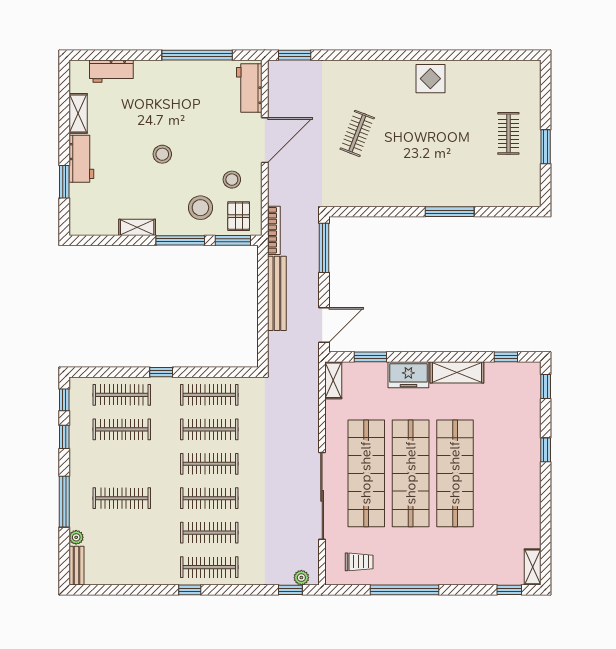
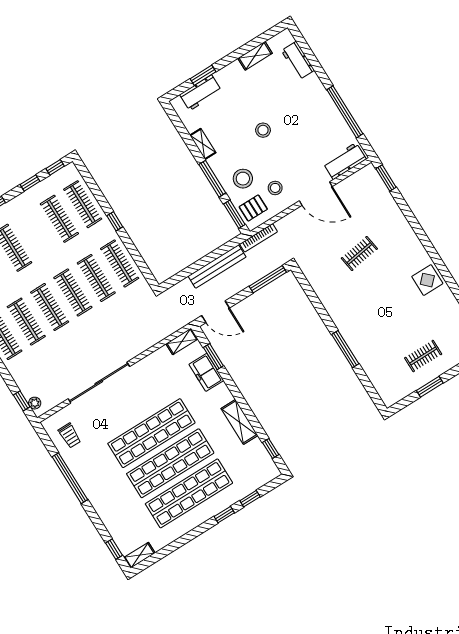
clothes rail: (357, 133) -> (359, 253), turned -30
workbench: (81, 159) -> (201, 93), moved
freezer: (408, 375) -> (206, 372), moved
window: (546, 387) -> (250, 499), moved
shop shelf: (366, 473) -> (189, 493), moved

